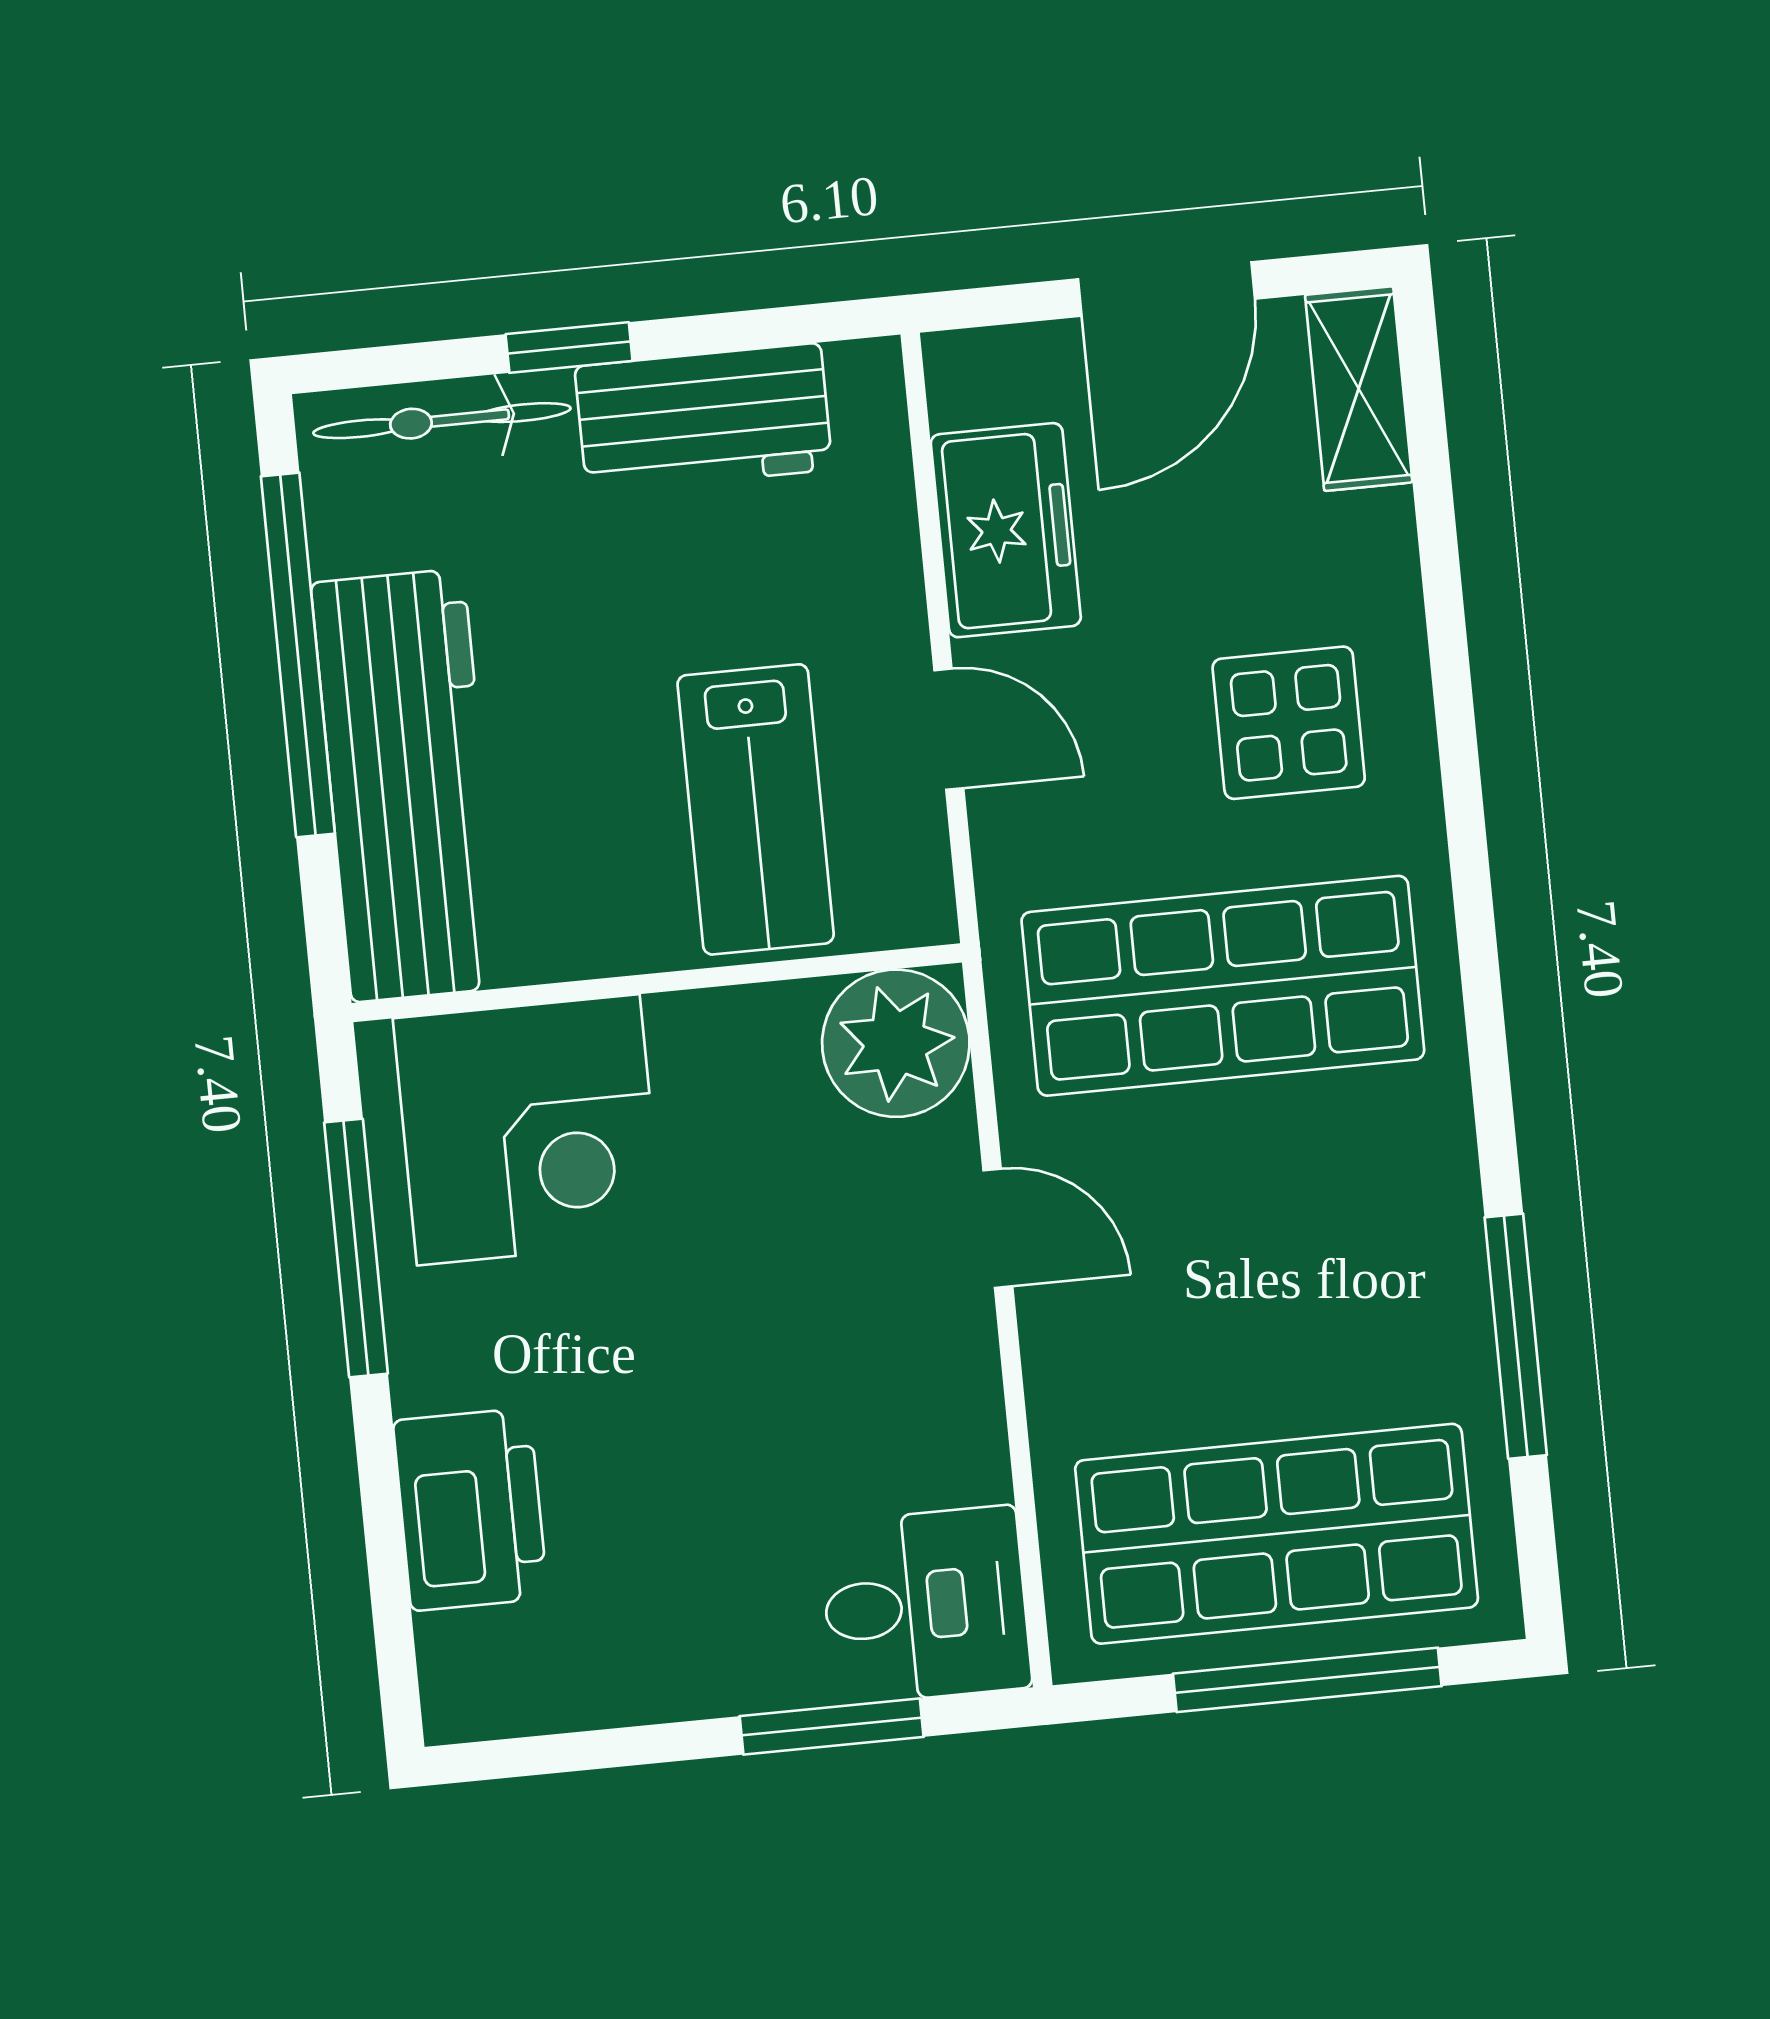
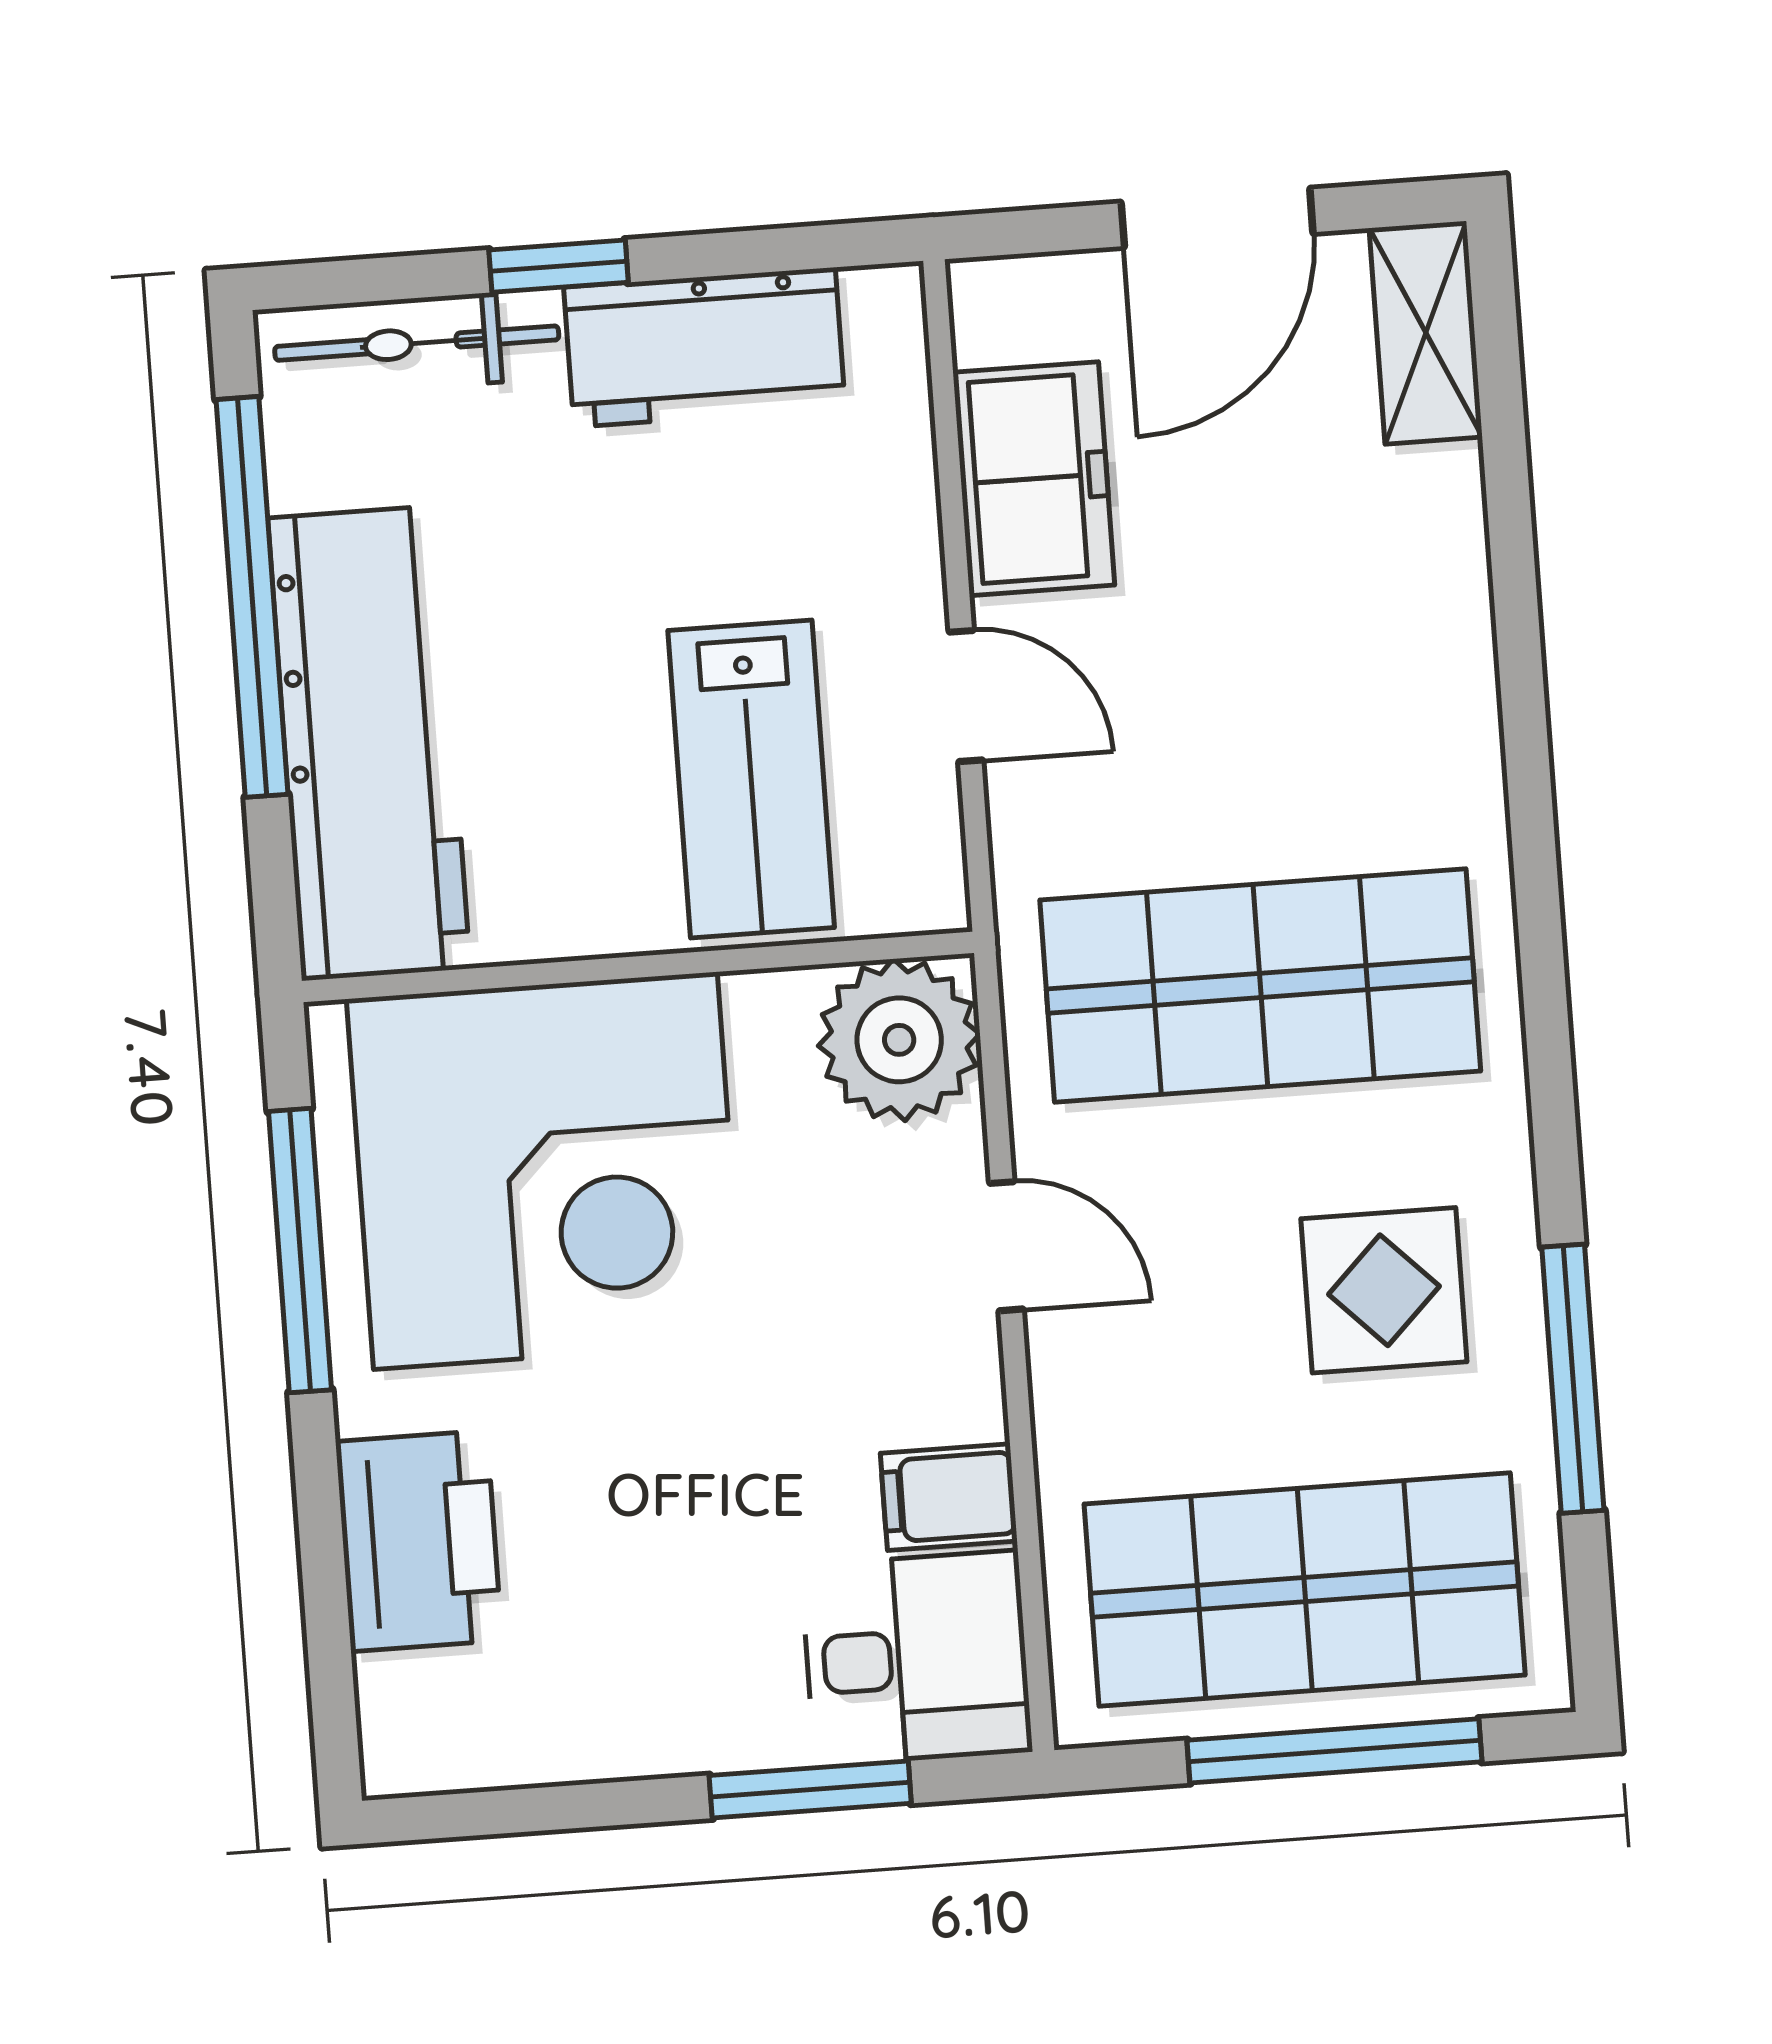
display table: (1289, 723) -> (1384, 1290), moved
corner desk: (528, 1130) -> (545, 1171), width x1.36, depth x1.36
filing cabinet: (951, 1458) -> (949, 1497), added

